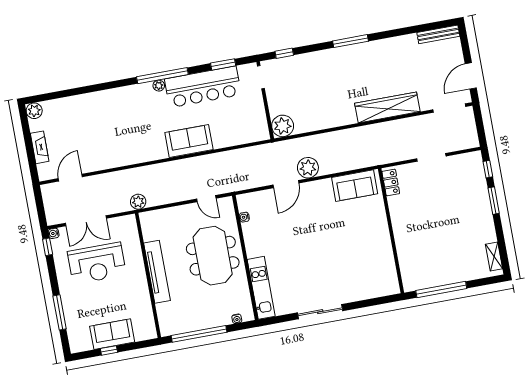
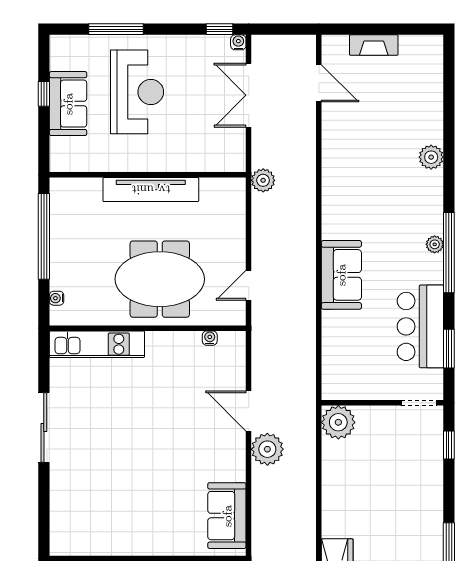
bar counter: (203, 87) -> (420, 326), width x0.73
plant: (34, 111) -> (431, 157), moved
reception desk: (97, 263) -> (137, 92), moved, turned 180

